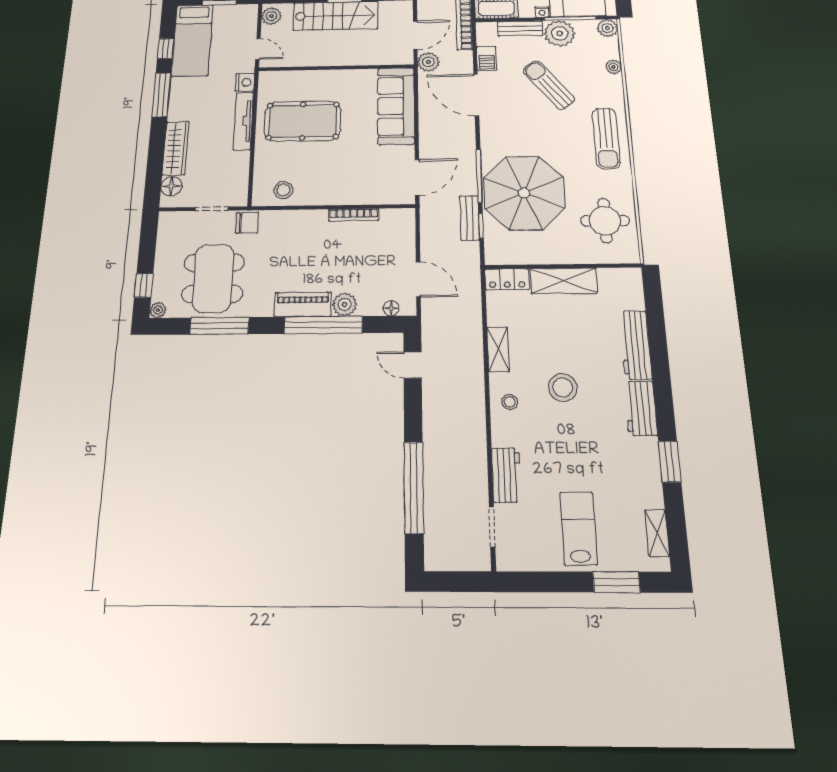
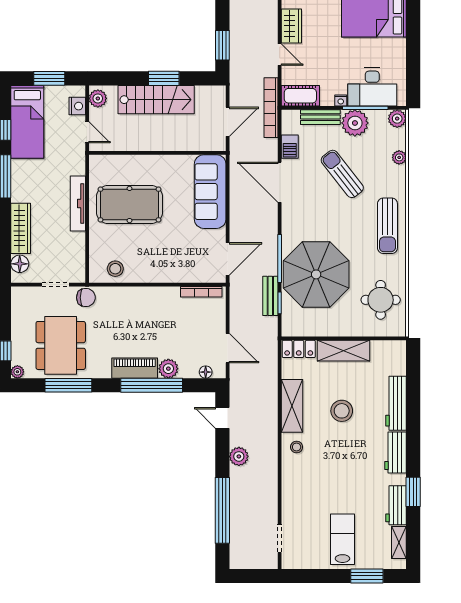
plant: (428, 62) -> (239, 456), moved
nightstand: (245, 82) -> (77, 106), moved
bookcase: (354, 215) -> (201, 292), moved
shelving: (498, 349) -> (292, 406), width x1.50, depth x1.33
stool: (563, 387) -> (342, 411), moved
workbench: (506, 475) -> (396, 505), moved, turned 180

